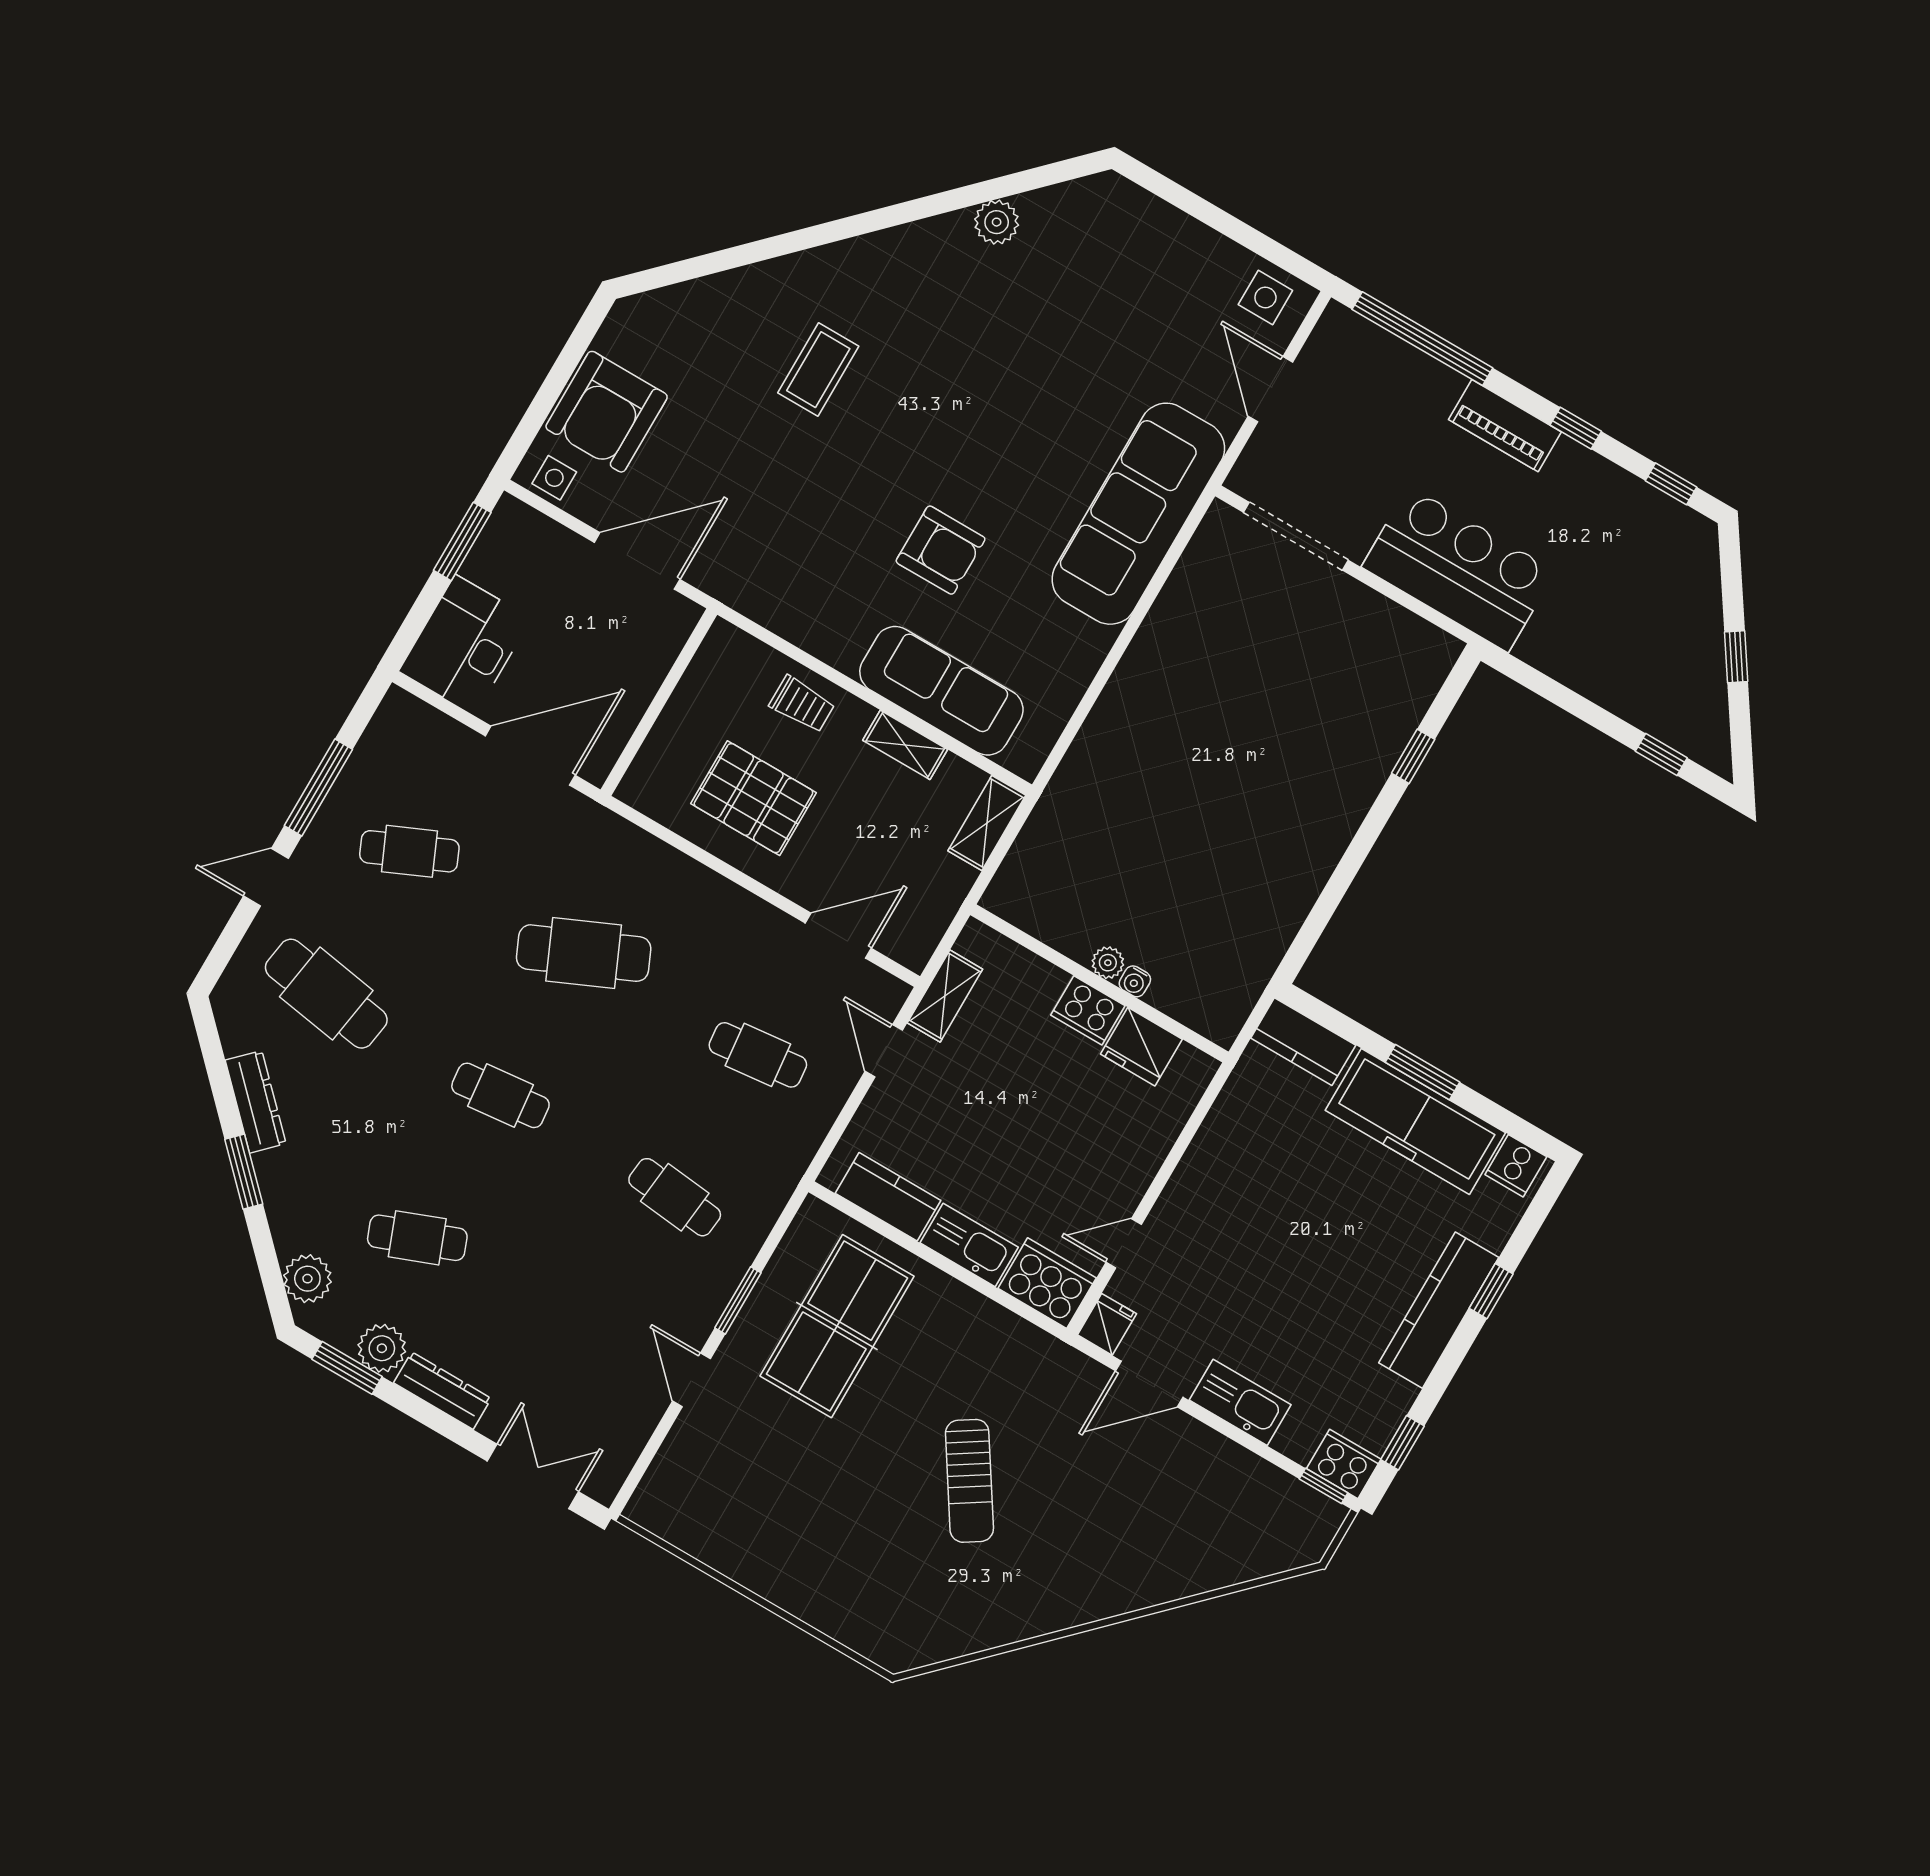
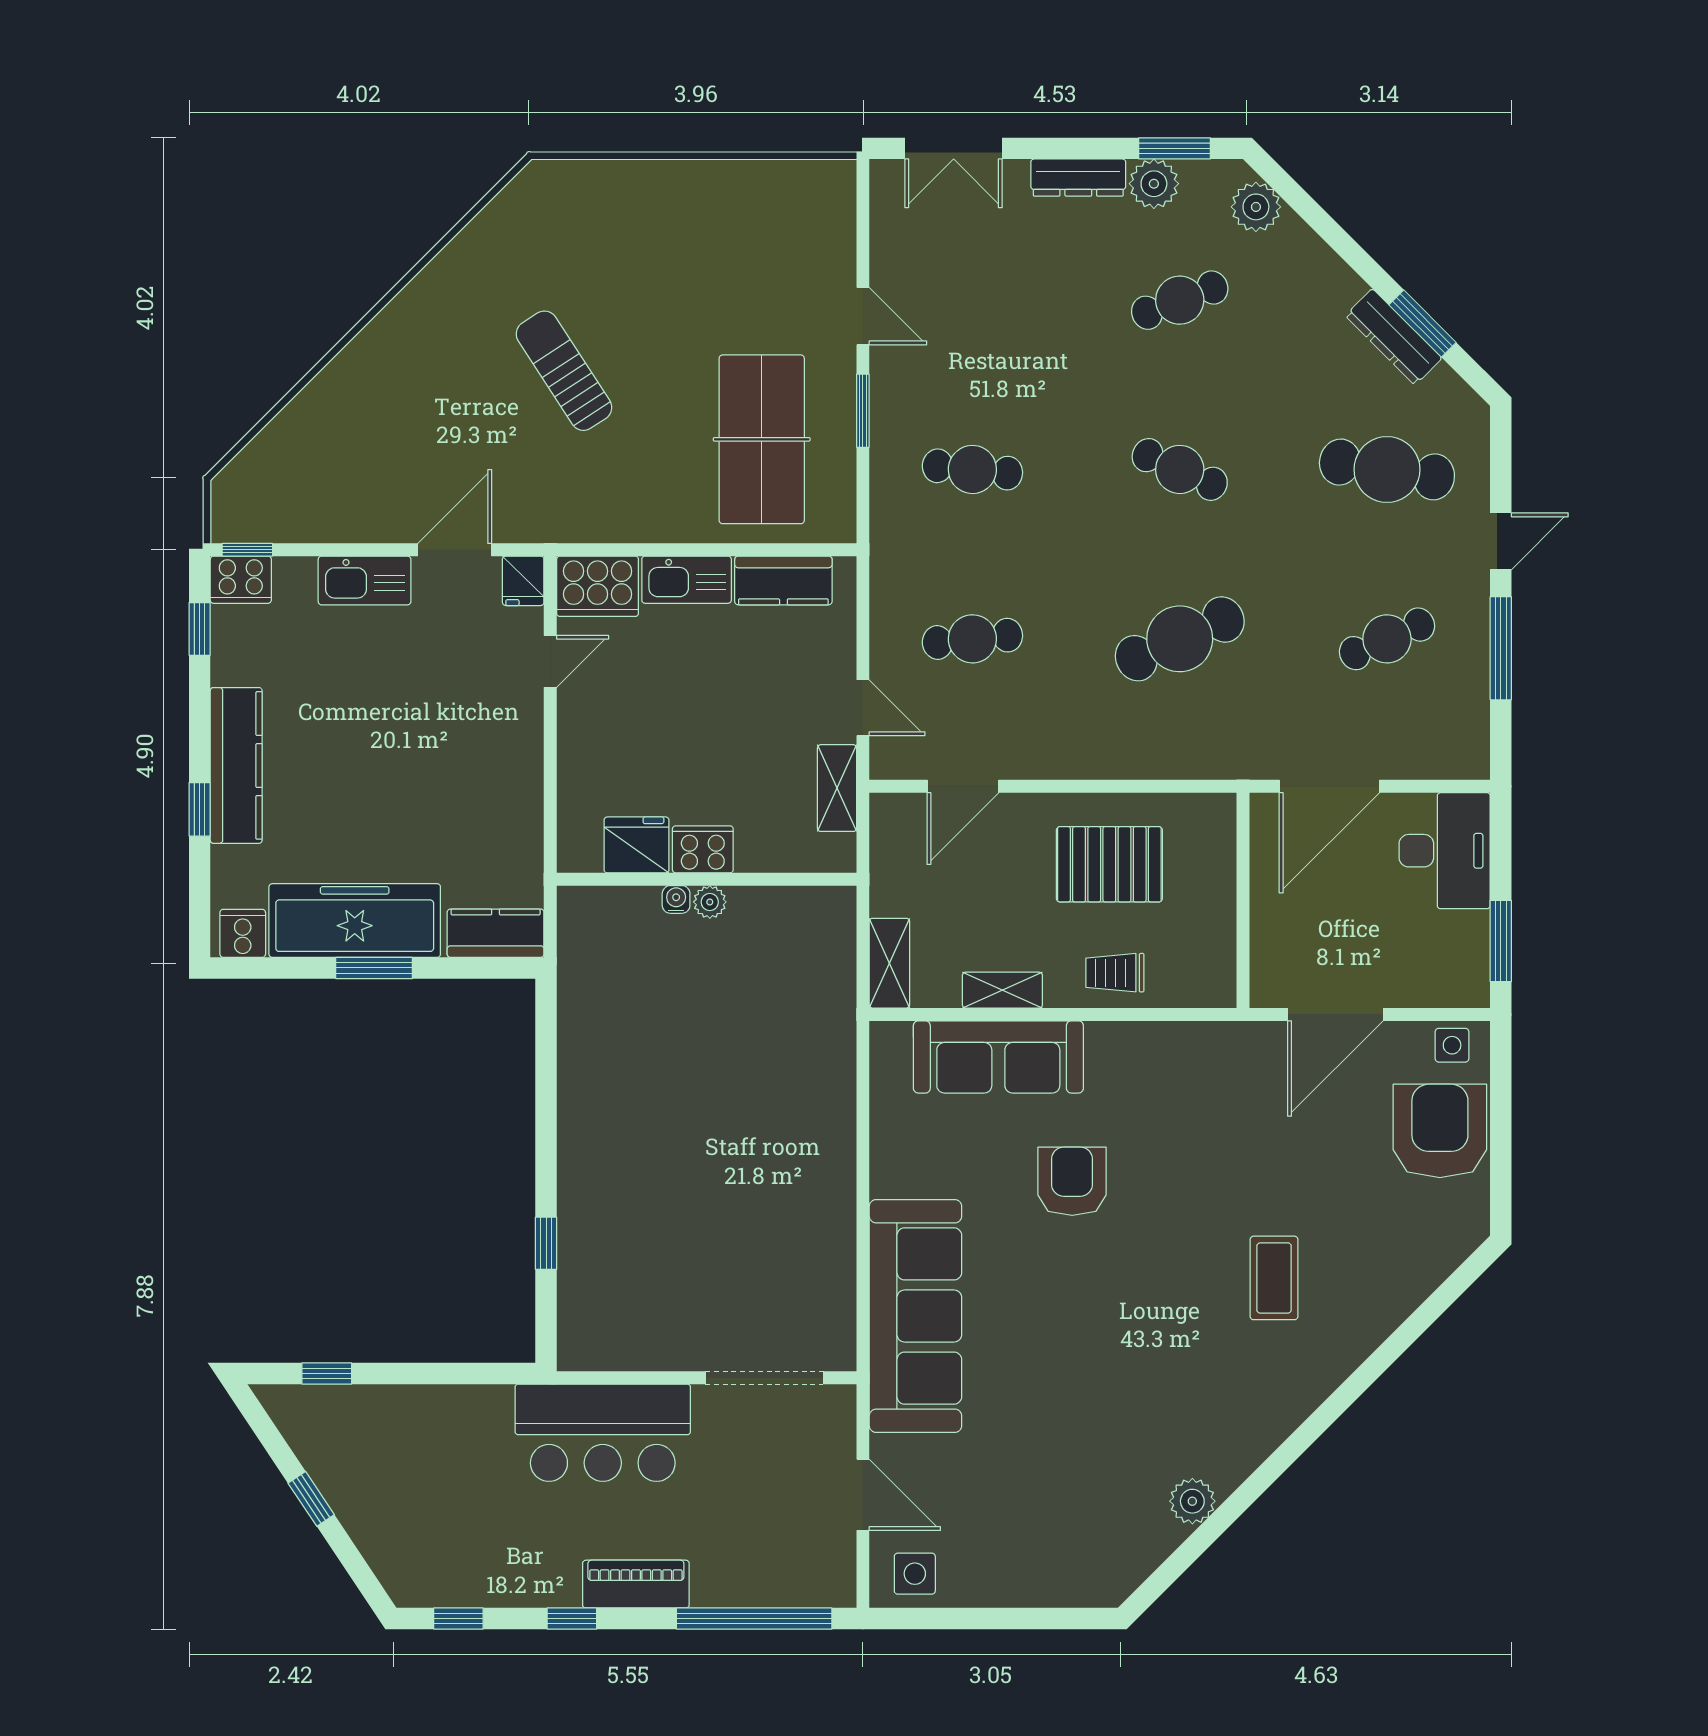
armchair: (941, 550) -> (1072, 1181), turned 90
cafe table: (500, 1095) -> (1180, 469), turned 30
window: (244, 1172) -> (1423, 324), moved

